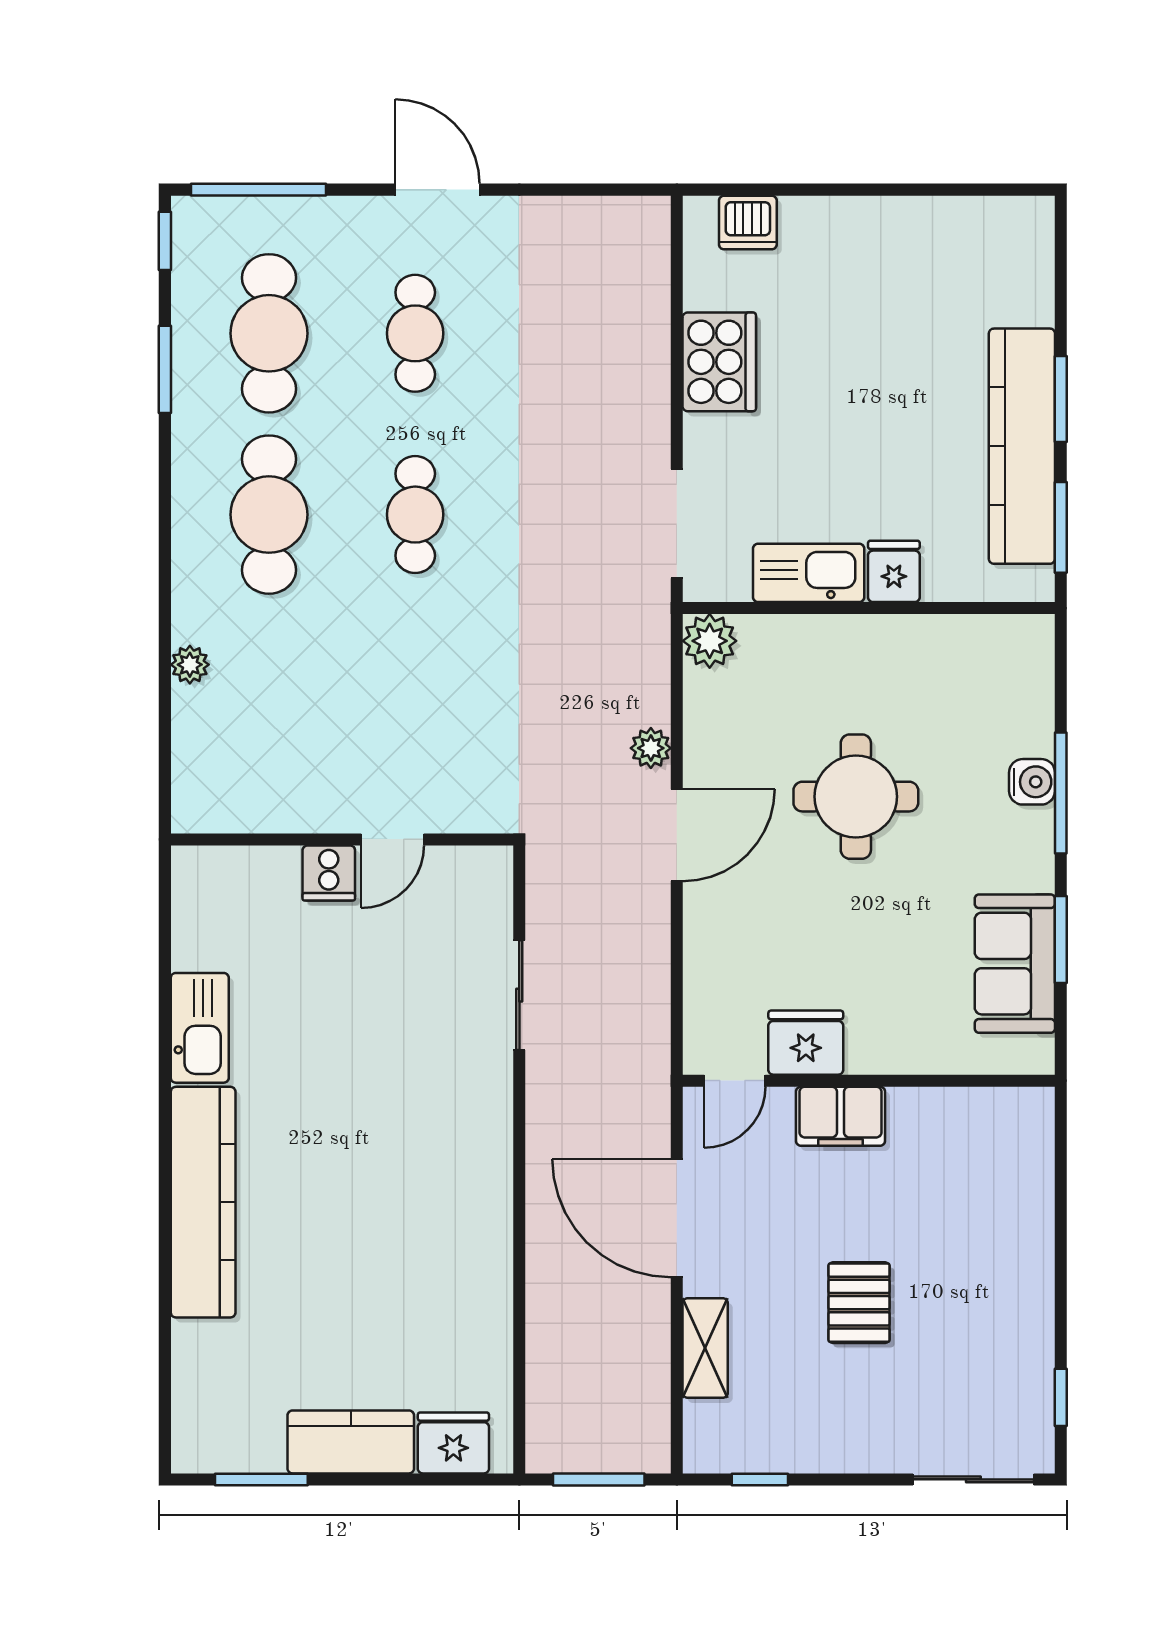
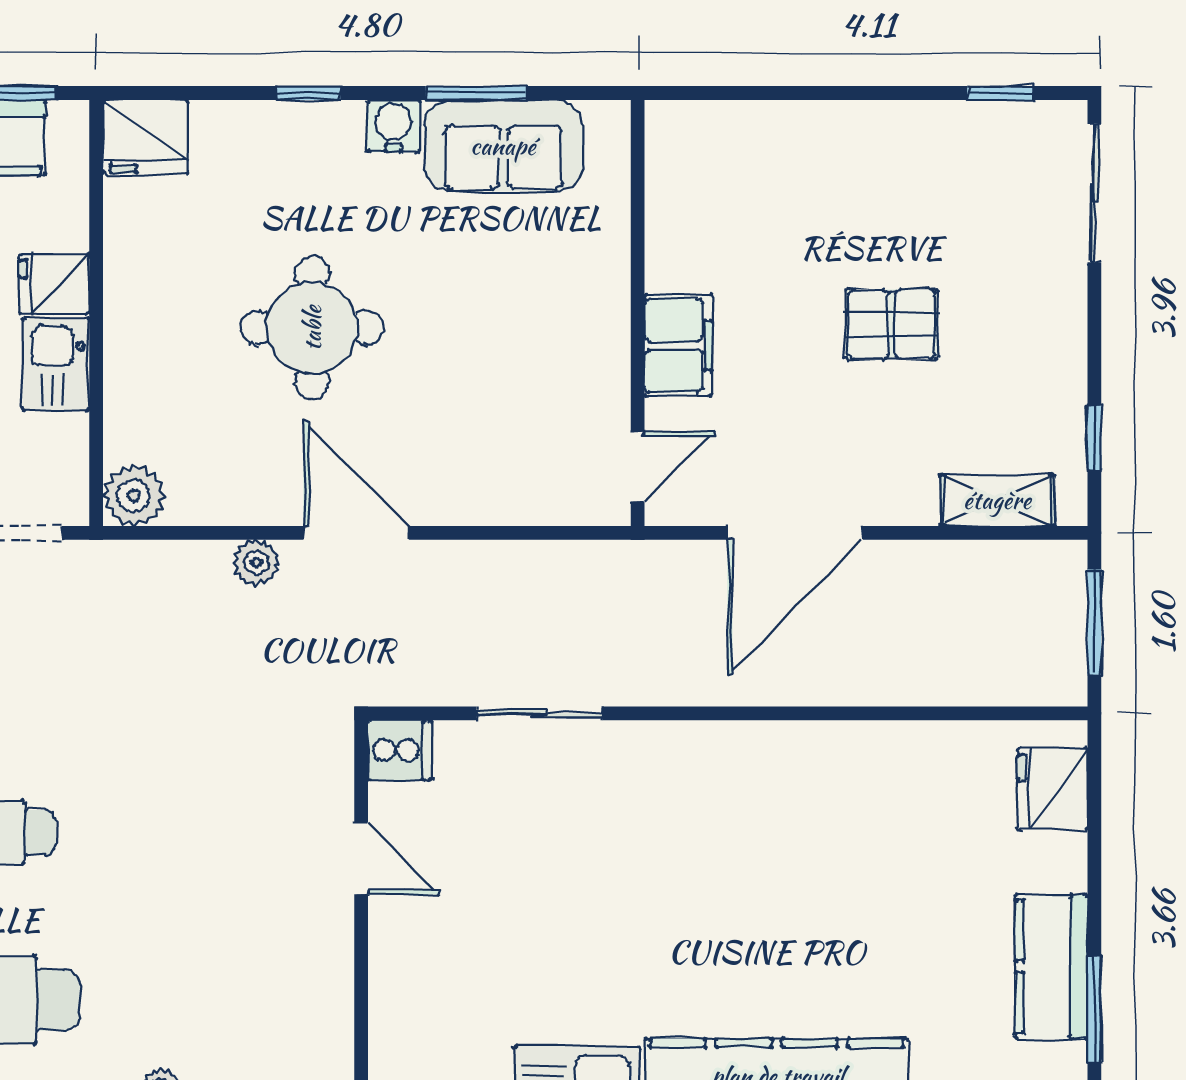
kitchen sink: (809, 573) -> (56, 365), width x0.73
water cooler: (1032, 782) -> (393, 126), moved
window: (1061, 793) -> (308, 93), width x0.46
cooker: (329, 873) -> (400, 750), moved
fridge: (806, 1043) -> (146, 137), moved, turned -90
door: (735, 1081) -> (638, 466), hinge flipped
shelving: (705, 1348) -> (997, 500), moved
kitchen counter: (351, 1442) -> (1051, 966), moved

